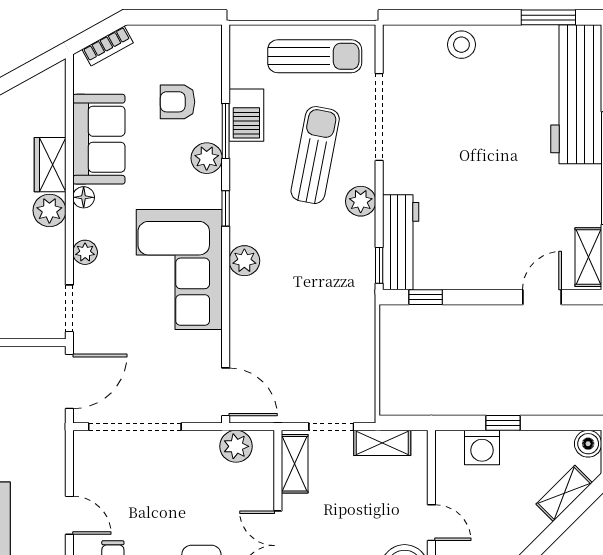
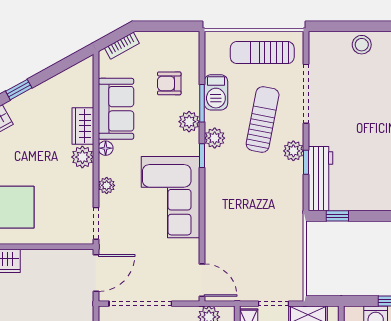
sun lounger: (315, 56) -> (262, 53), turned 180
plant: (244, 261) -> (215, 138), moved
window: (379, 265) -> (306, 162), moved

